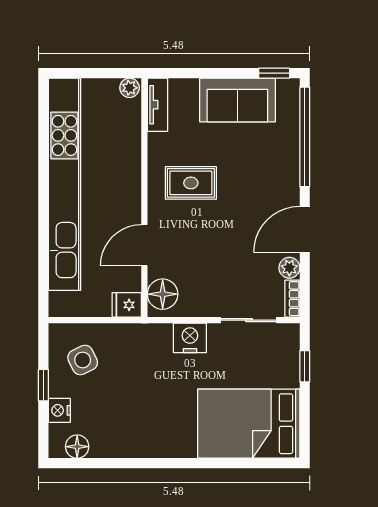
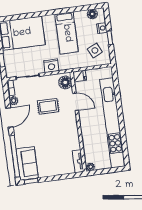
sofa: (237, 100) -> (27, 163), moved, turned 90
rug: (191, 183) -> (48, 106), moved
door: (144, 245) -> (76, 102), hinge flipped
bed: (144, 410) -> (67, 33), added

